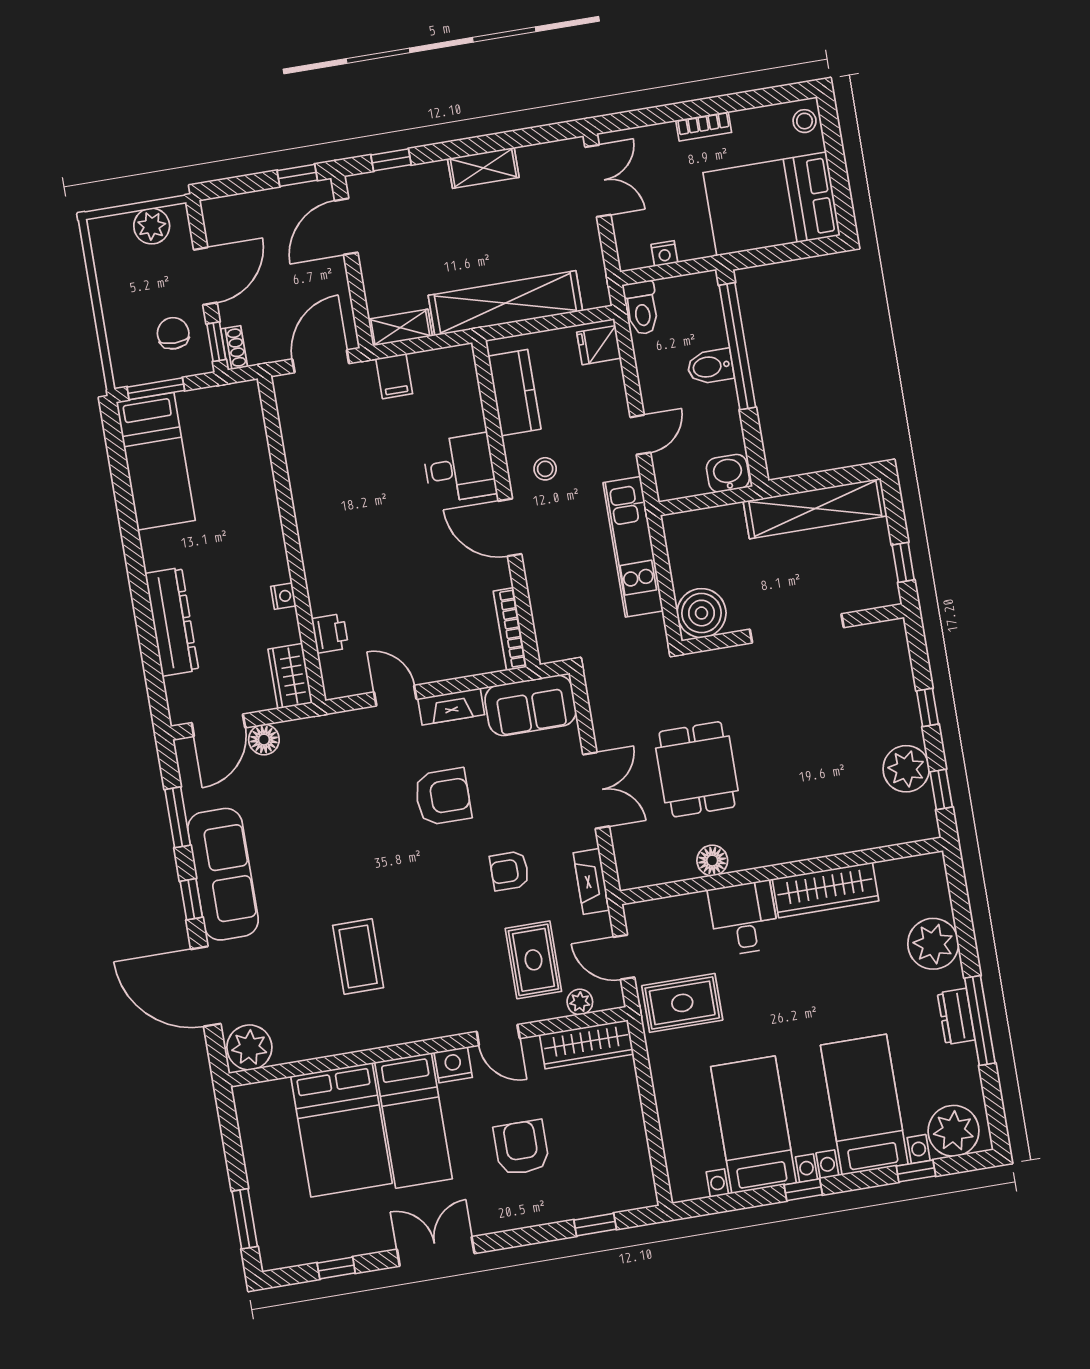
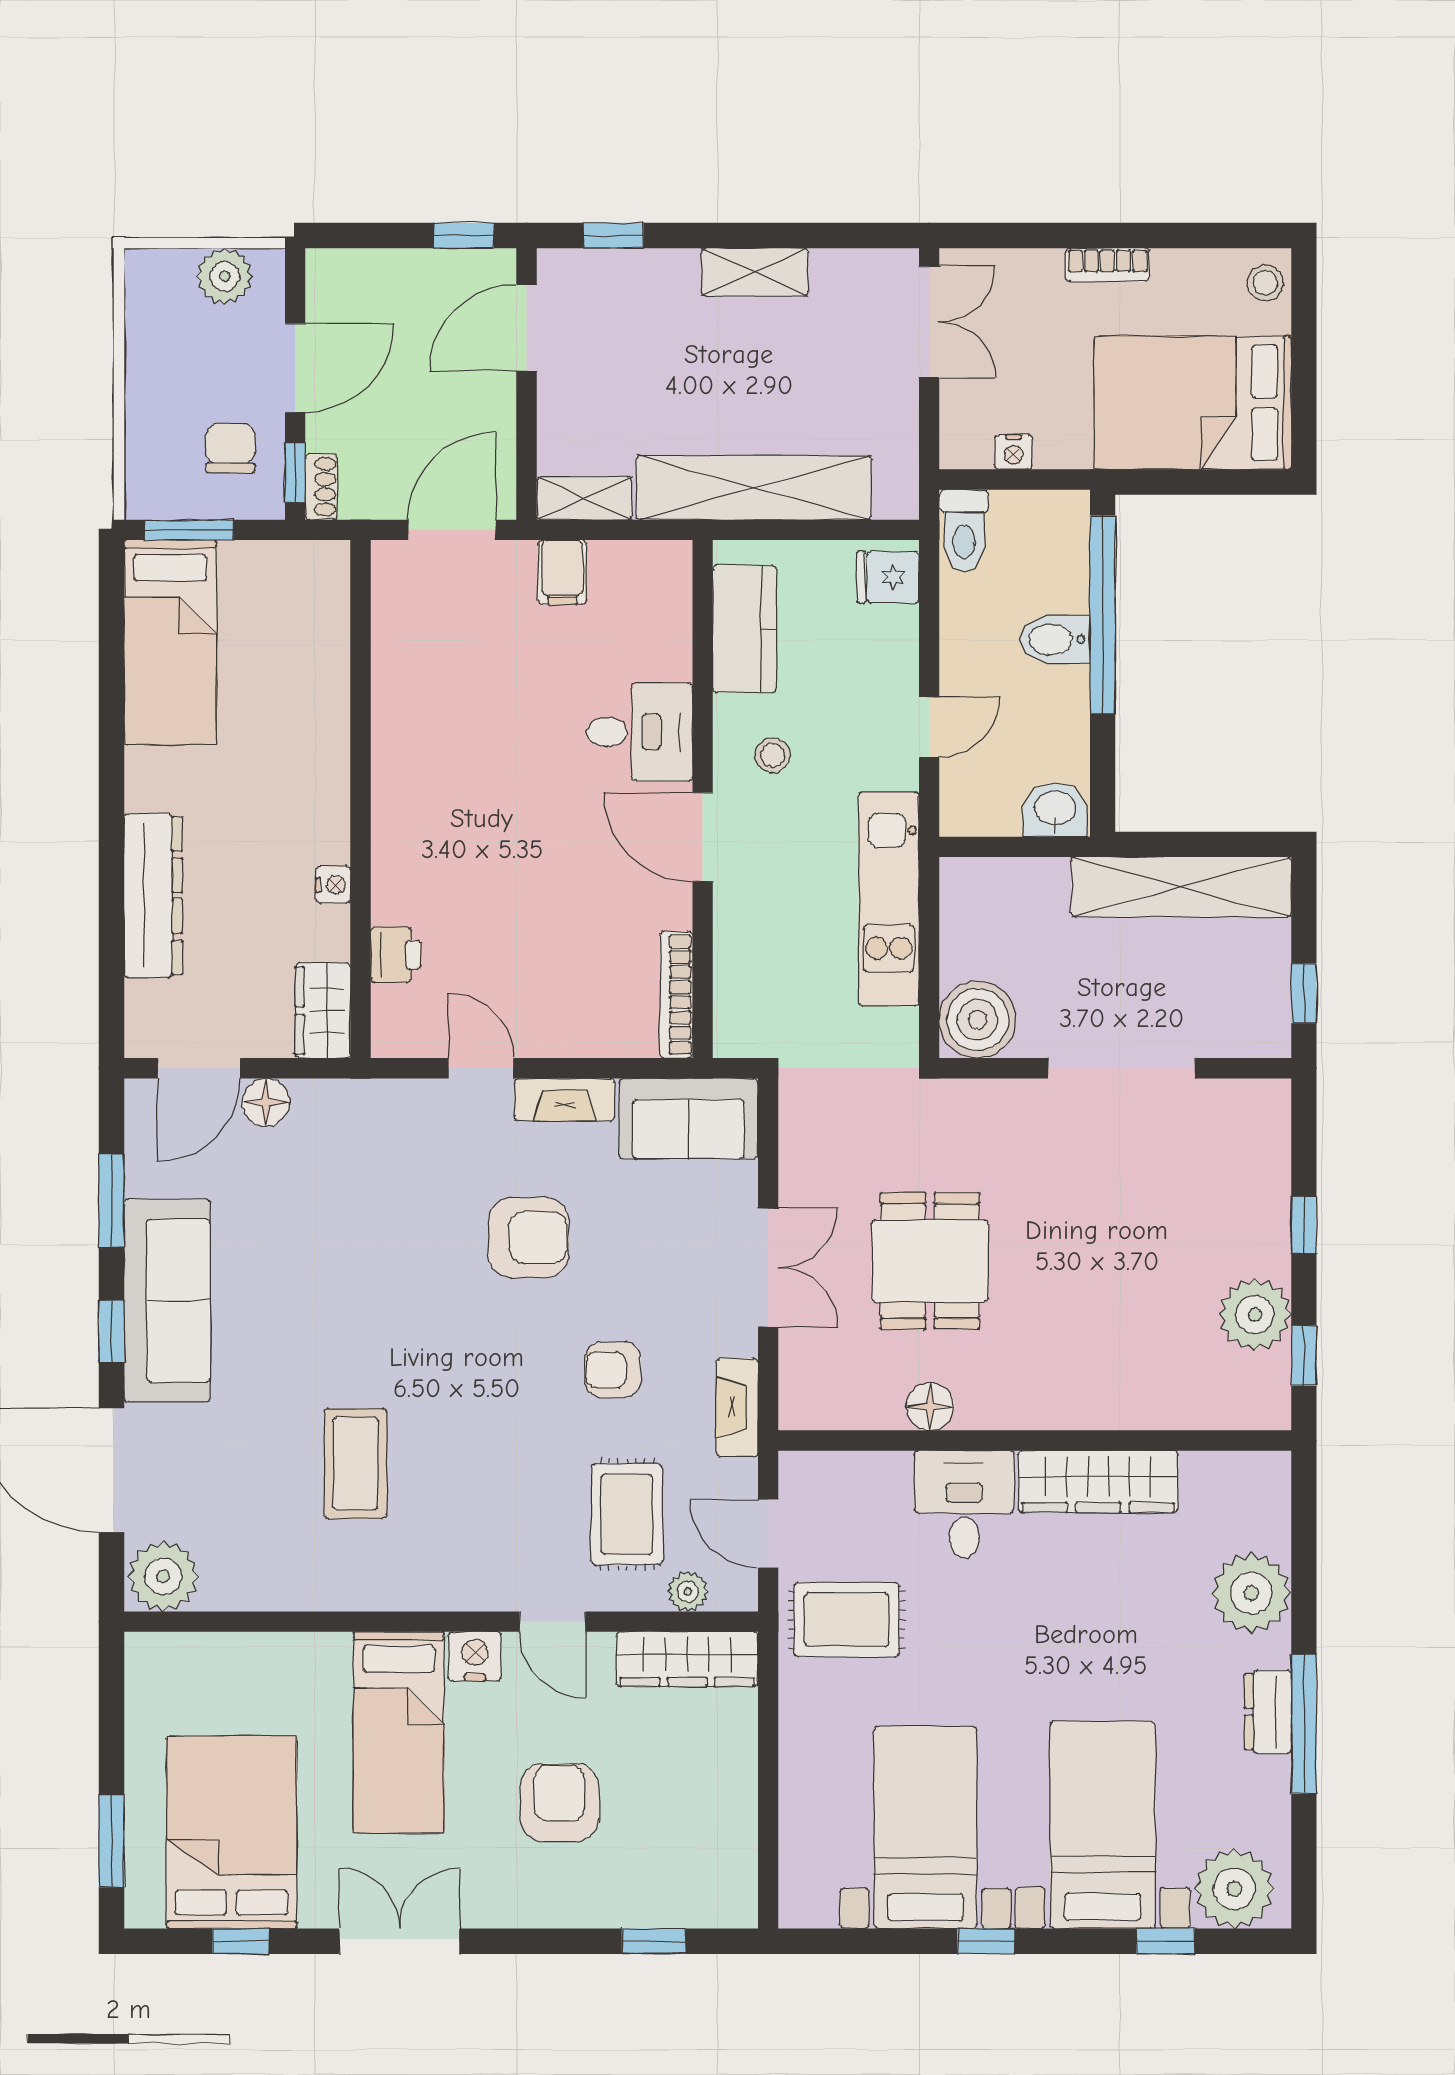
bed: (341, 1130) -> (232, 1832), moved, turned 180

